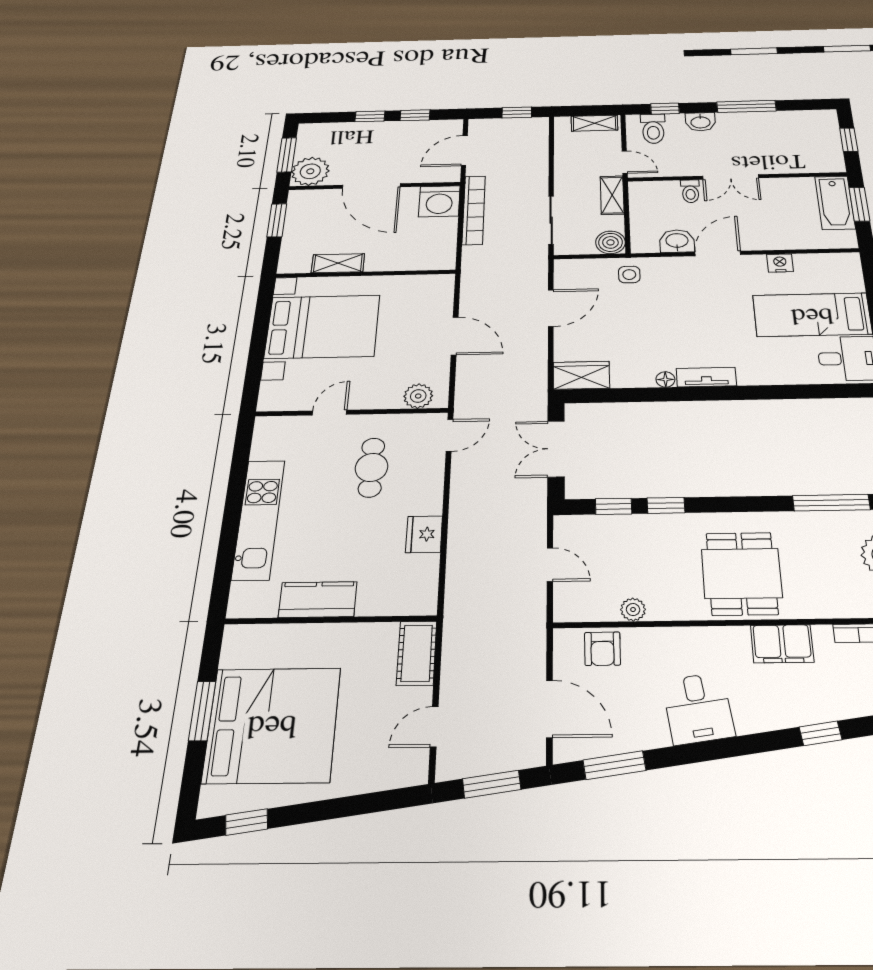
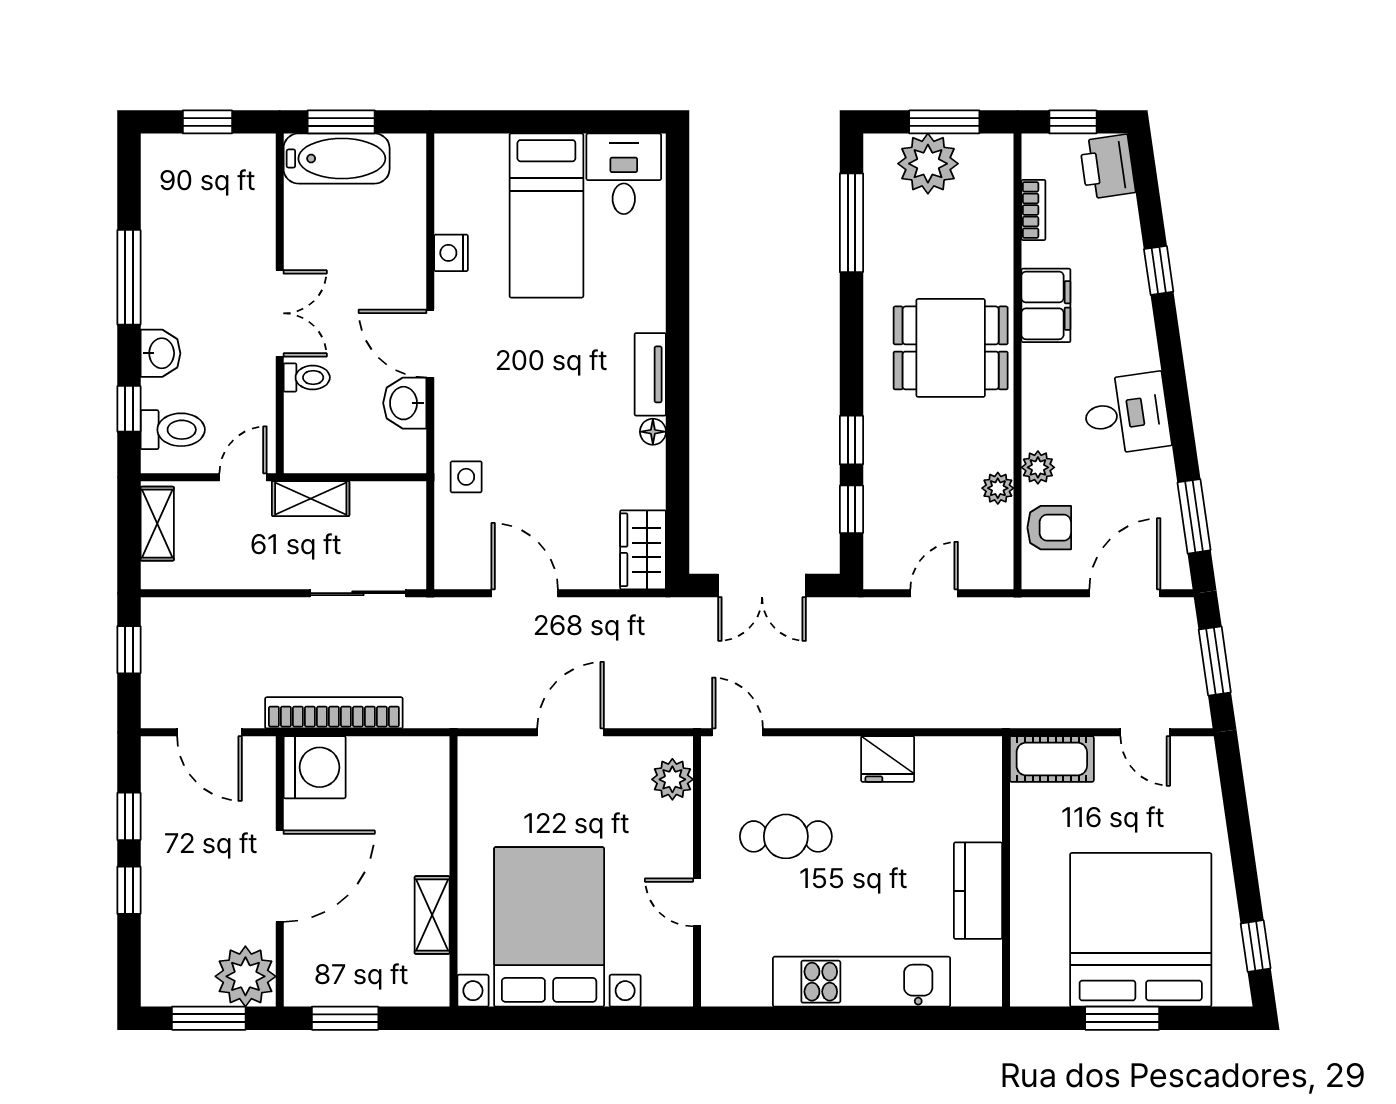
boiler: (610, 242) -> (404, 503), removed
plant: (651, 639) -> (1038, 467), added

